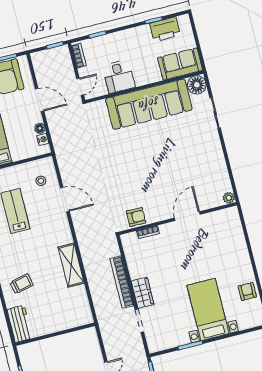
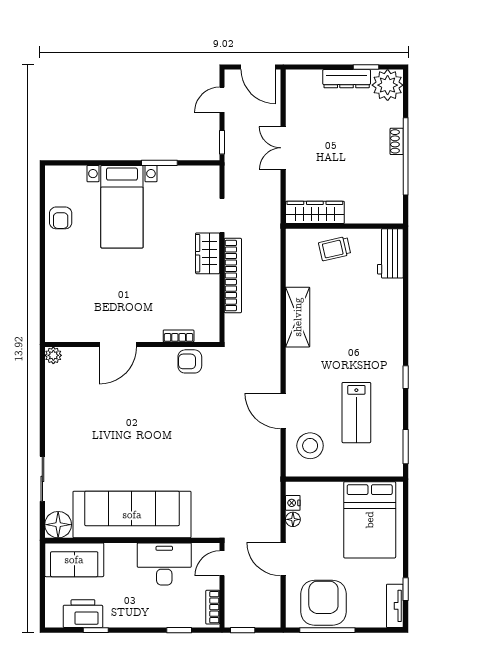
desk: (119, 76) -> (164, 564), width x1.37
stool: (41, 181) -> (310, 446), width x1.89, depth x1.89
trolley: (22, 284) -> (335, 249), moved
wardrobe: (77, 338) -> (315, 212), added

